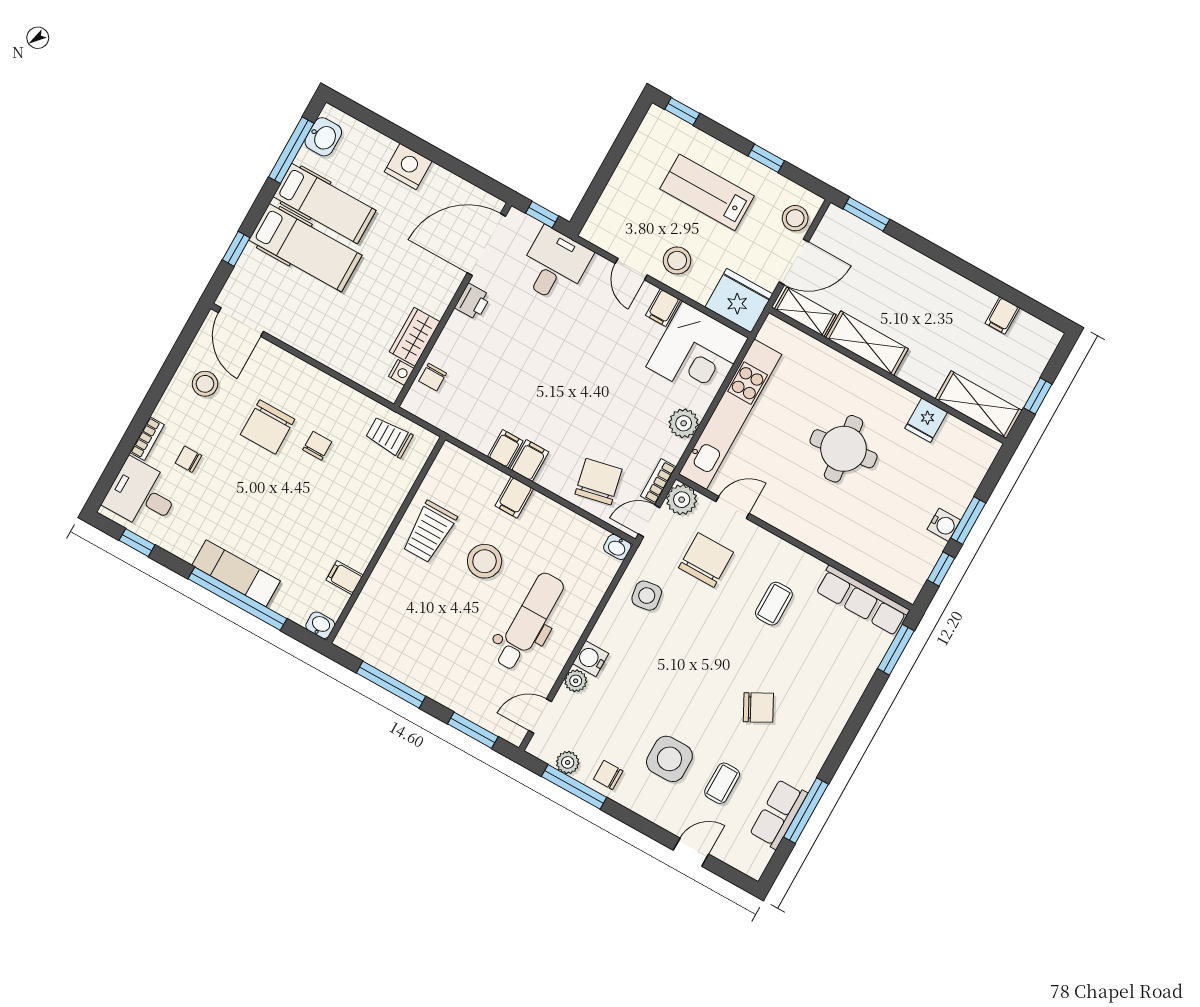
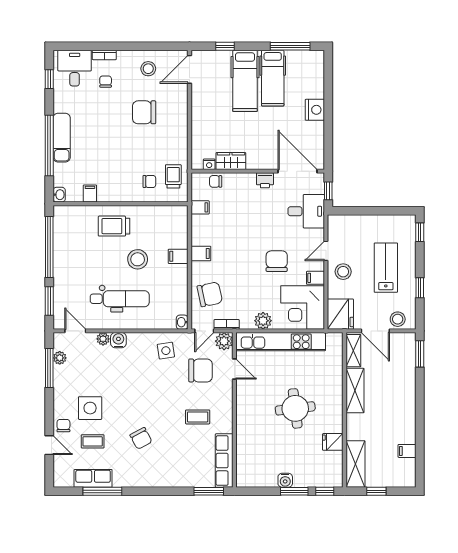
washbasin: (323, 137) -> (306, 59), removed
chair: (605, 352) -> (277, 261), added
chair: (317, 446) -> (149, 181), moved
filing cabinet: (505, 449) -> (200, 207), moved
door: (649, 521) -> (204, 331), swing flipped
trolley: (429, 532) -> (114, 226), moved
window: (941, 569) -> (325, 491), moved
window: (391, 685) -> (49, 247), width x1.46
chair: (608, 775) -> (63, 426), moved

